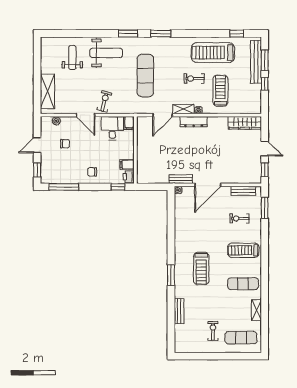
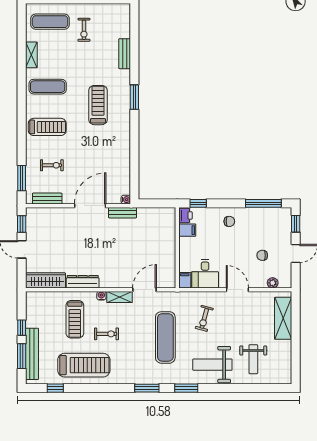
exercise bike: (104, 101) -> (204, 318), moved
dresser: (194, 122) -> (83, 282), moved

